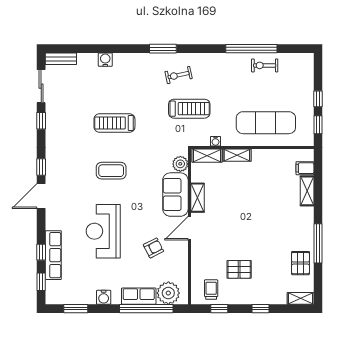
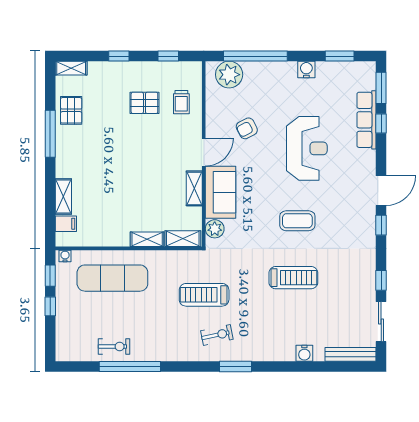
bench: (61, 59) -> (351, 354), width x1.36
water cooler: (216, 141) -> (65, 256), moved
window: (41, 282) -> (381, 88), width x1.50
trolley: (211, 290) -> (181, 102), moved
row of seats: (139, 296) -> (264, 71), removed

